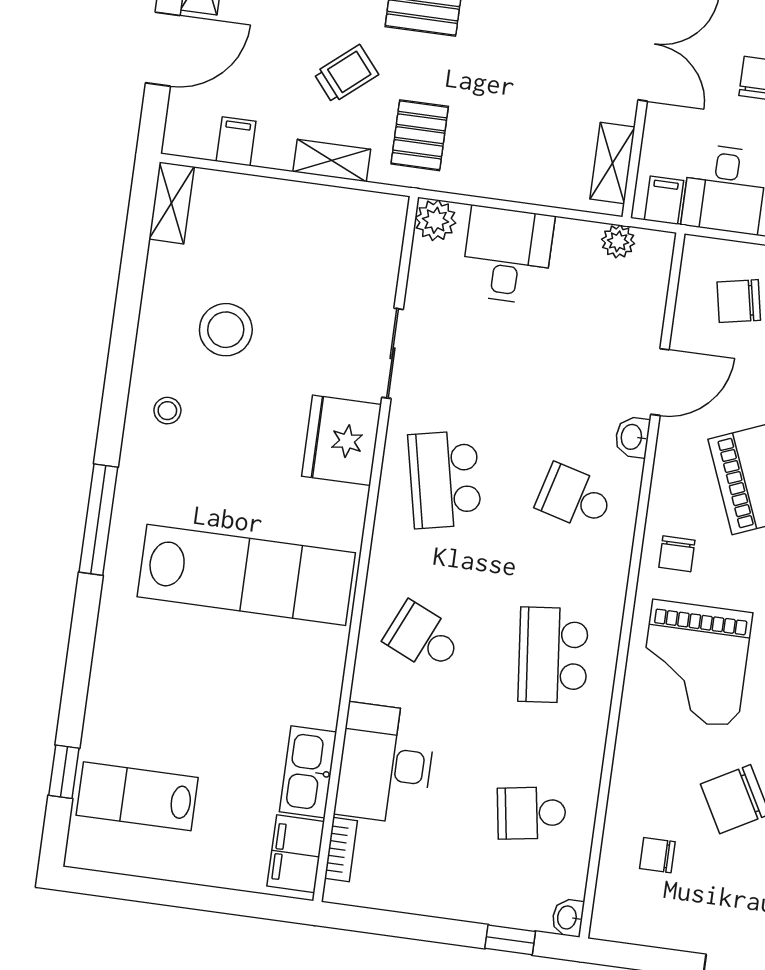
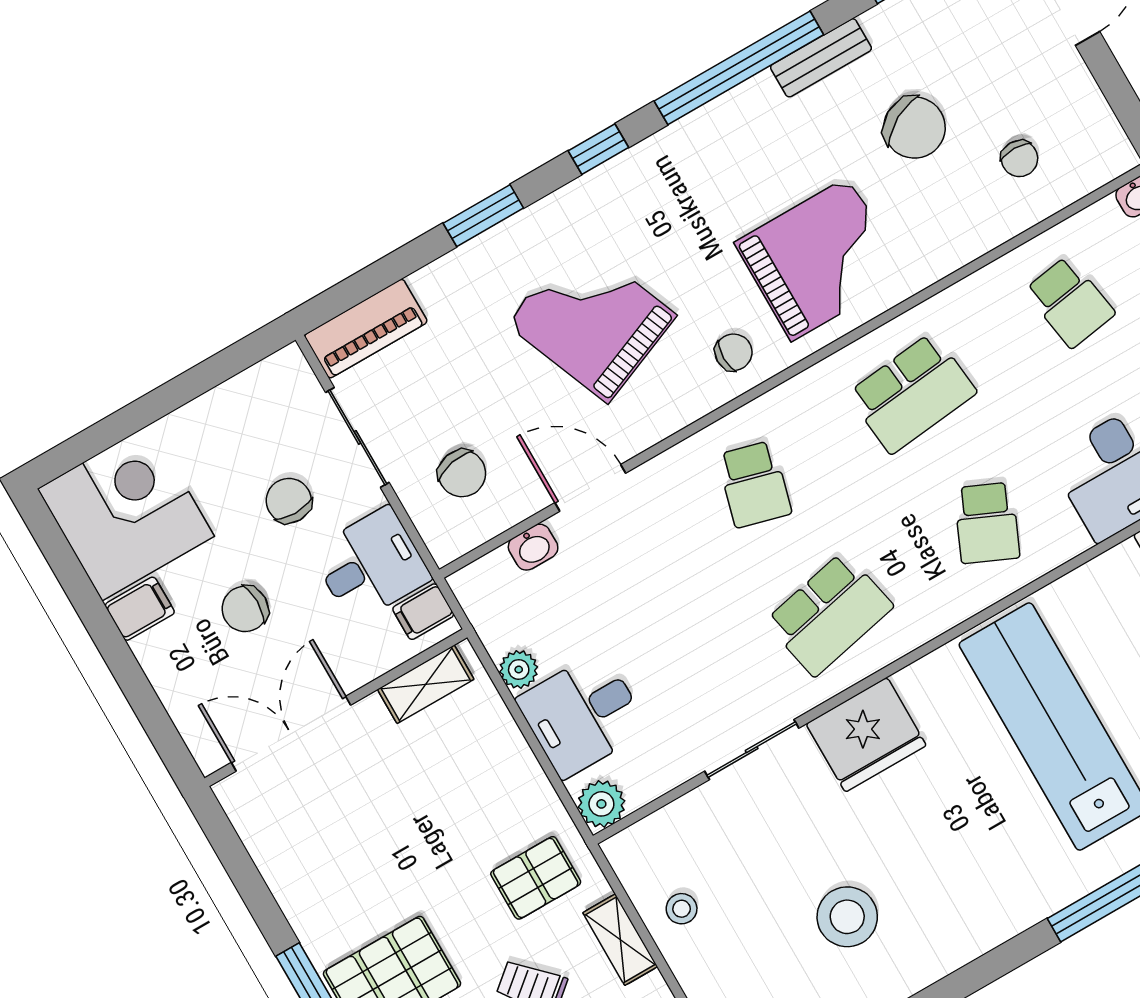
plant: (618, 241) -> (519, 669), moved
stool: (167, 411) -> (682, 909), moved
washbasin: (632, 437) -> (533, 547), moved

